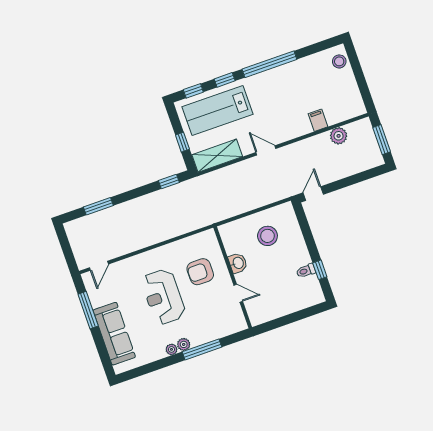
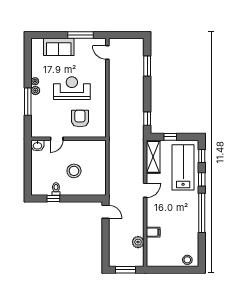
stool: (267, 236) -> (74, 171), moved
washbasin: (238, 263) -> (37, 145), moved
sofa: (114, 334) -> (59, 47), width x0.73

